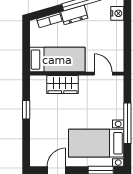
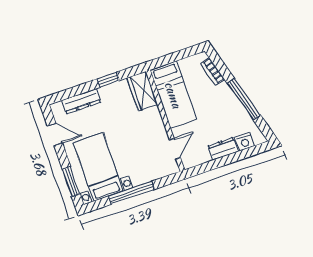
dresser: (74, 15) -> (223, 149), moved, turned 106
wardrobe: (63, 85) -> (142, 91), moved
dresser: (36, 139) -> (81, 101), added

